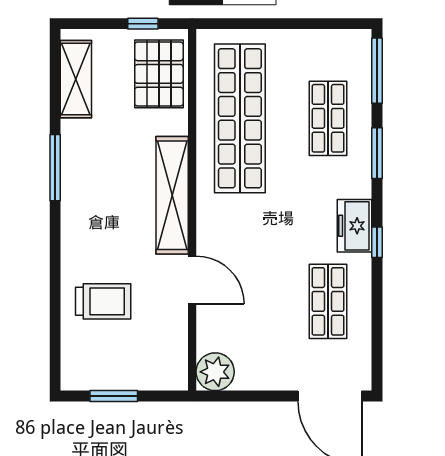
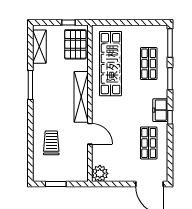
trolley: (103, 301) -> (51, 143), turned -90

